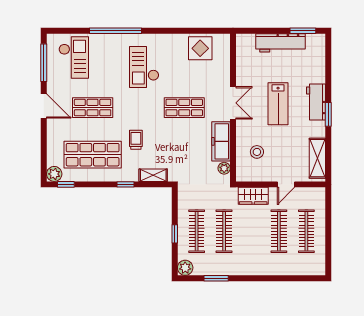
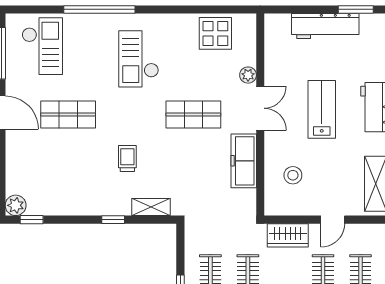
lab bench: (278, 104) -> (322, 109), turned 180
shop shelf: (93, 155) -> (68, 179), removed
plant: (224, 168) -> (248, 75), moved

